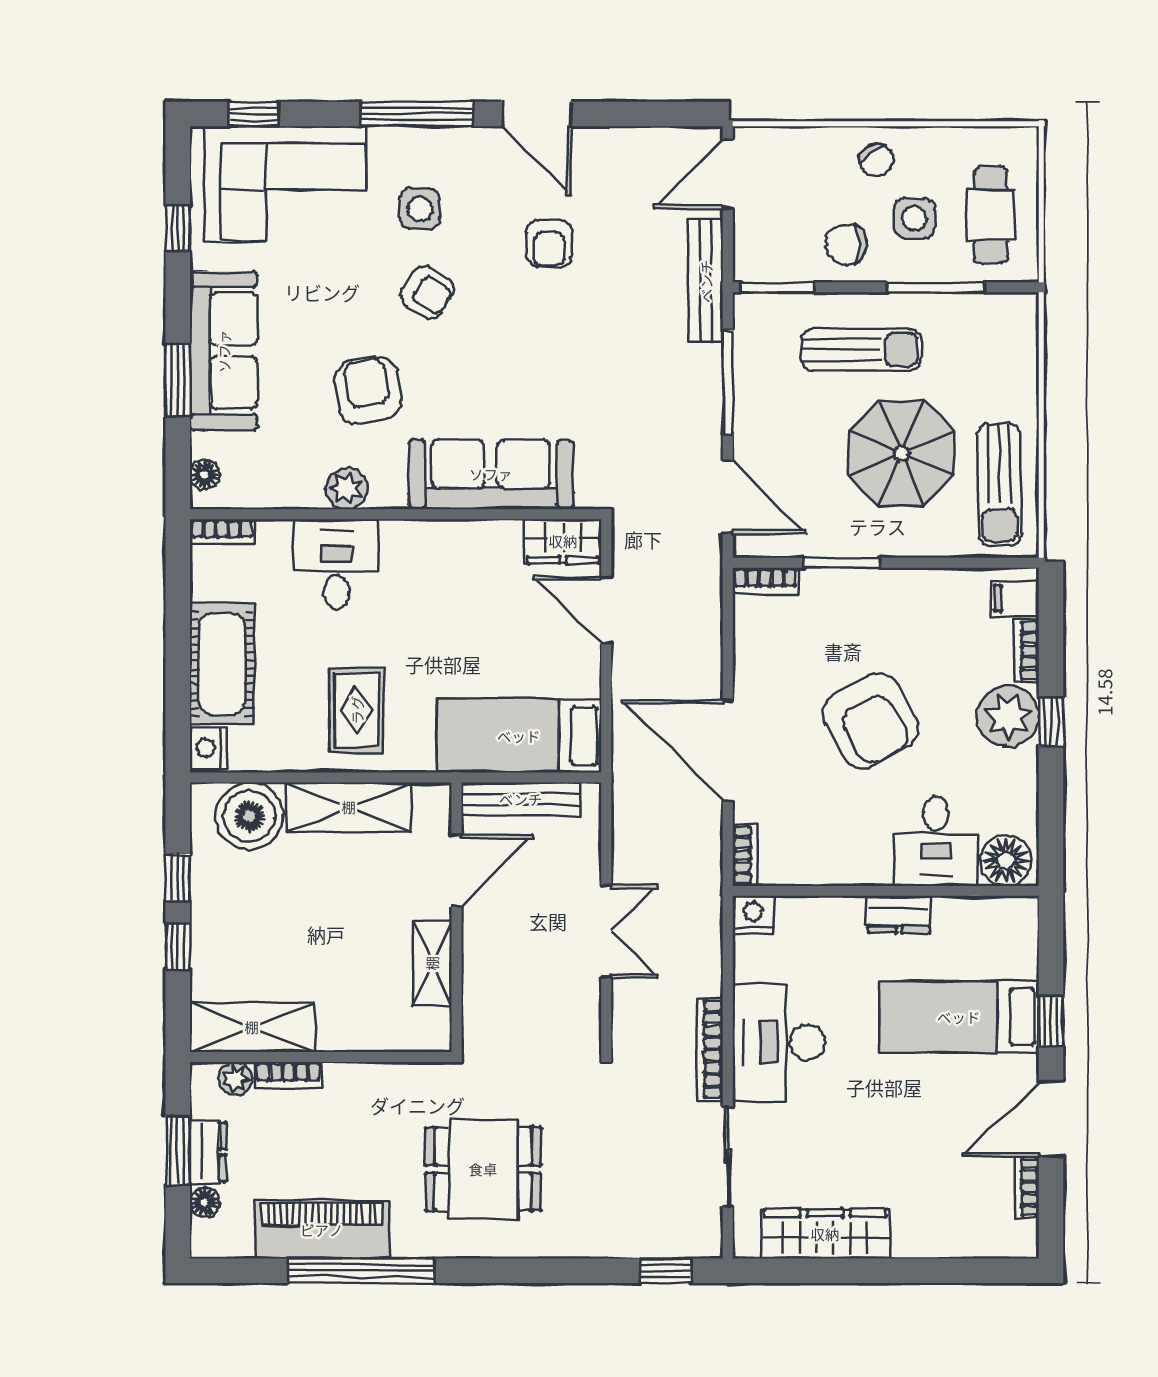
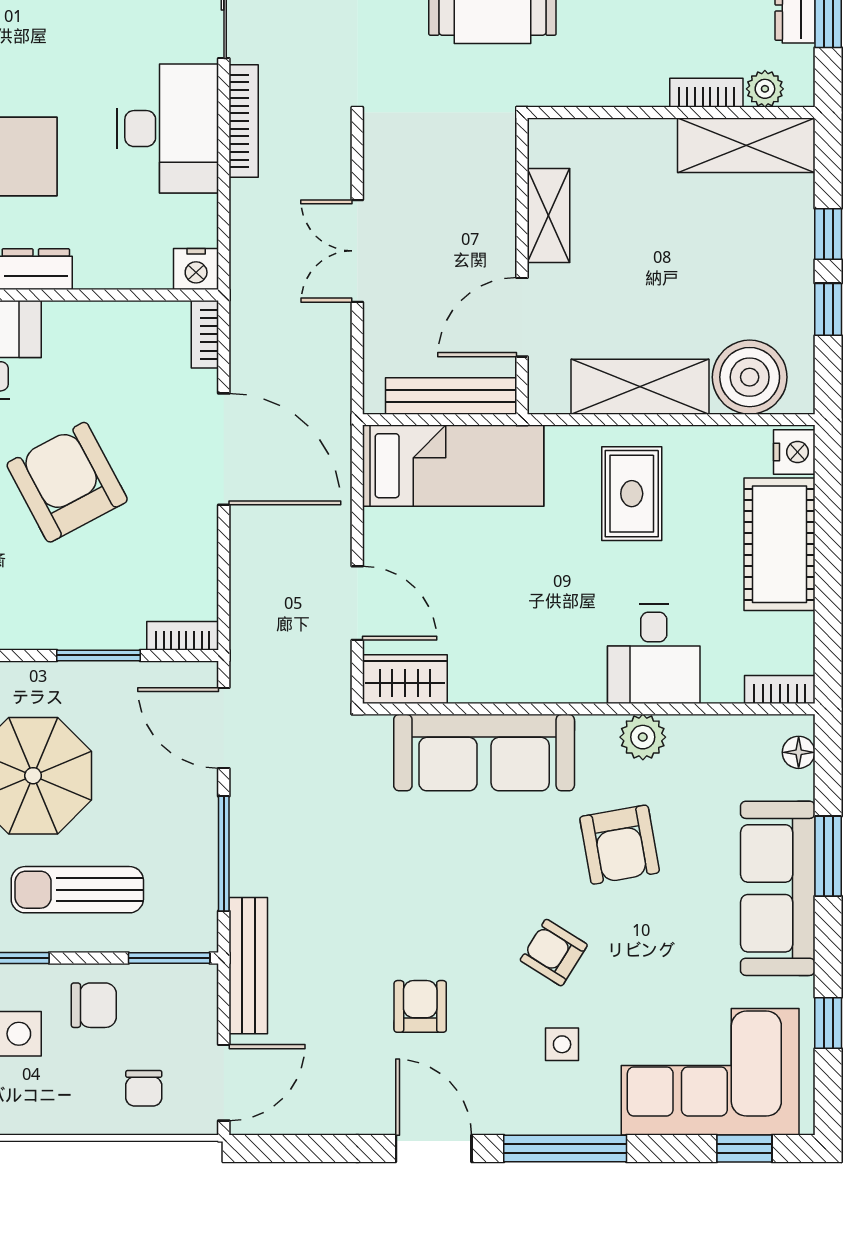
chair: (877, 160) -> (144, 1088), moved, turned -146
side table: (420, 209) -> (562, 1044), width x0.73, depth x0.73

